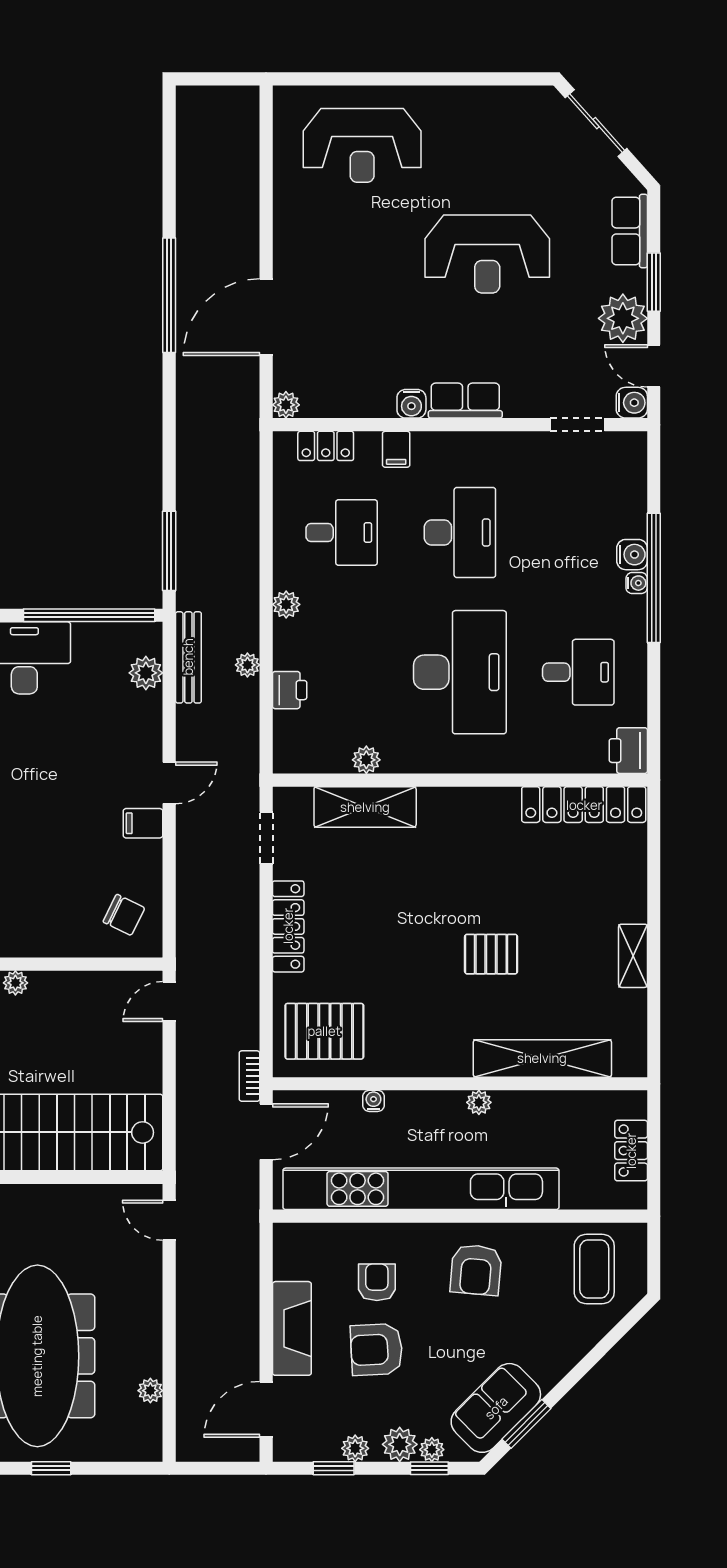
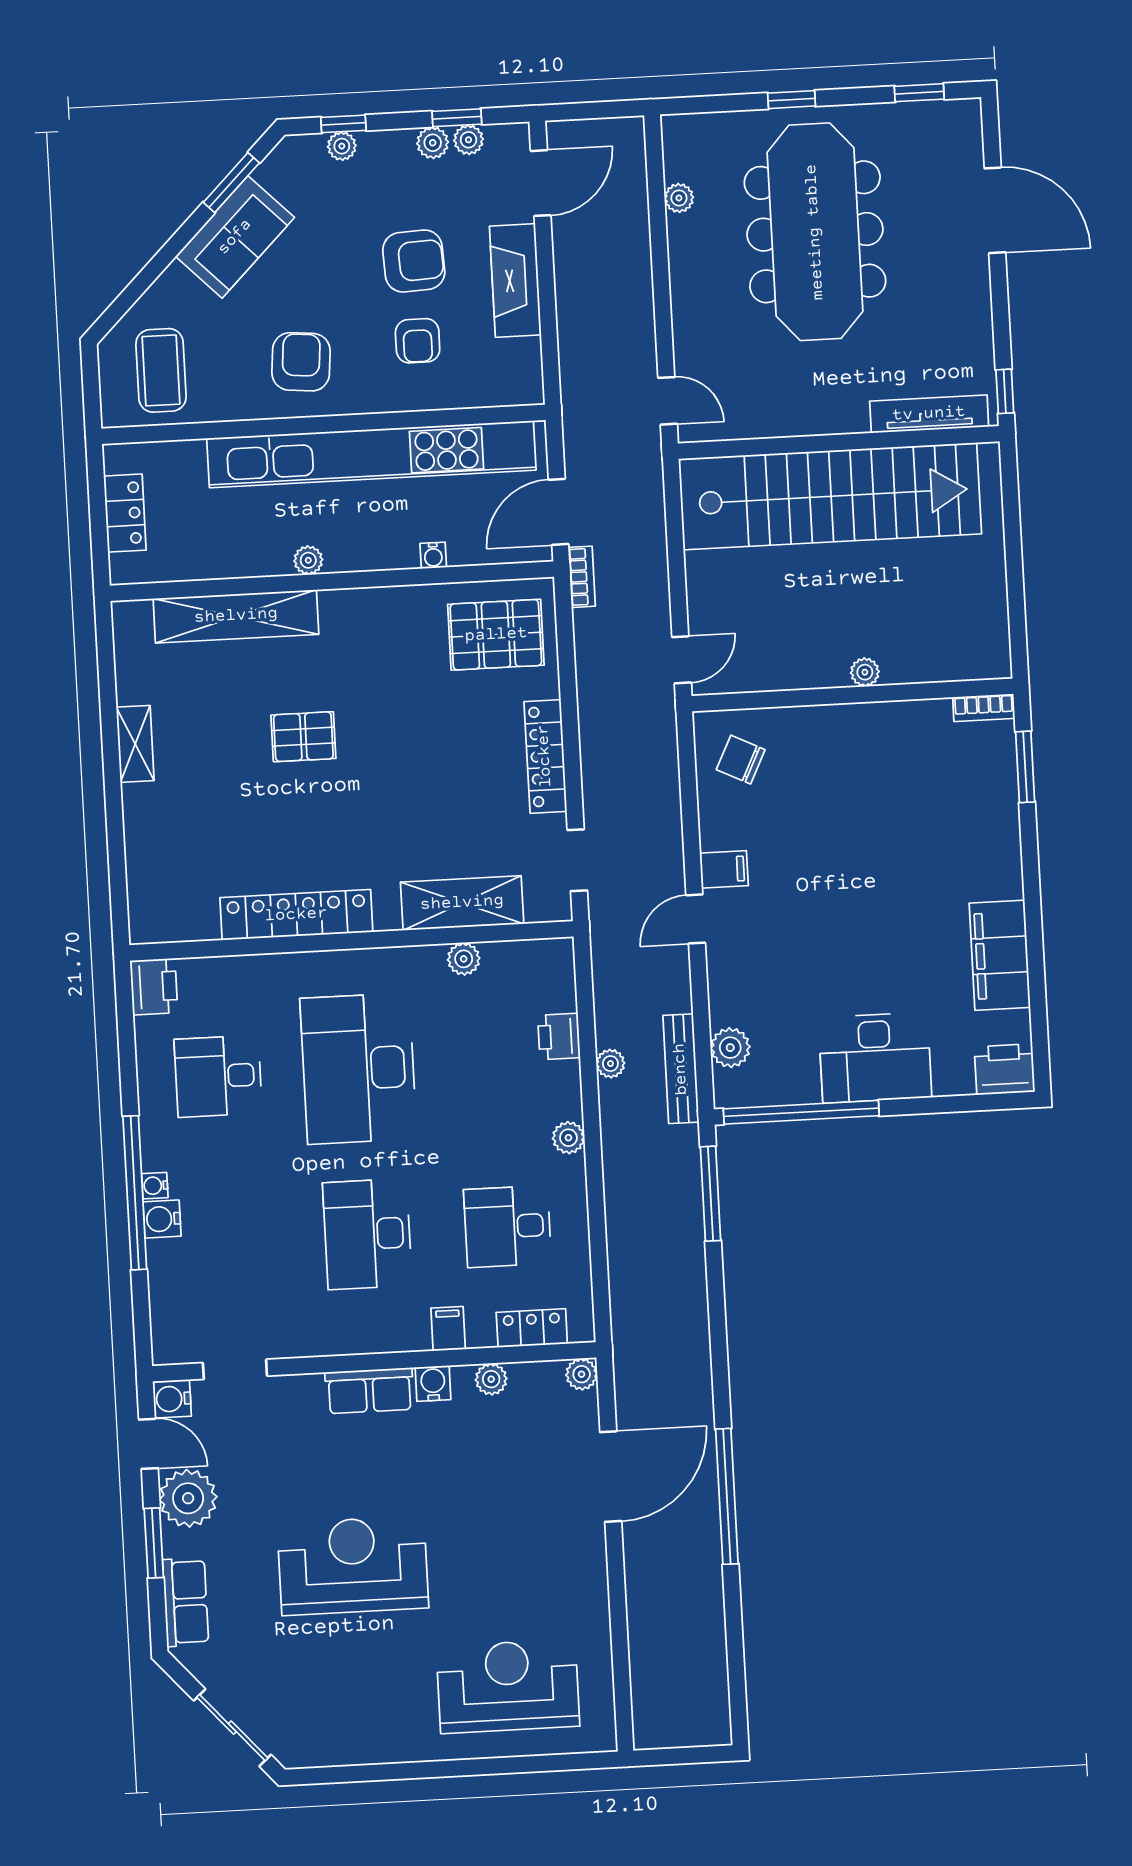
plant: (362, 405) -> (491, 1379), added
locker: (584, 805) -> (296, 915), moved
sofa: (496, 1408) -> (235, 237), moved
plant: (400, 1444) -> (469, 140), moved, width x0.73, depth x0.73

